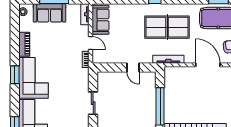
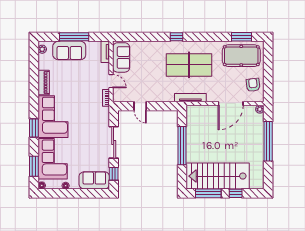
door: (208, 65) -> (231, 103), swing flipped
door: (133, 68) -> (140, 106), moved
window: (15, 75) -> (34, 128), moved
sliding door: (93, 103) -> (114, 142), width x1.37

